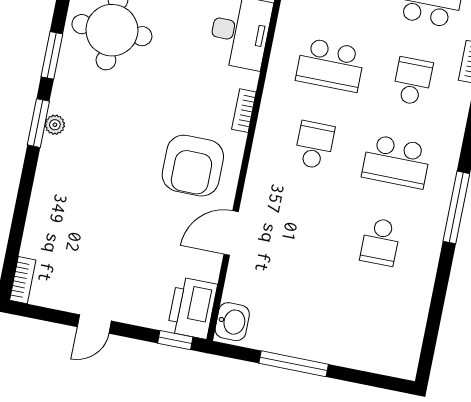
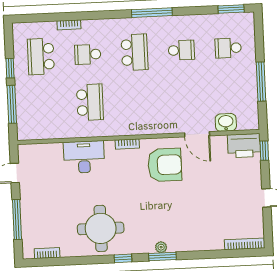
window: (52, 55) -> (123, 258), width x0.67
school desk: (314, 145) -> (228, 48), moved
bookcase: (23, 280) -> (245, 244), width x1.56
washbasin: (232, 322) -> (226, 122), moved
window: (429, 343) -> (231, 9), added

